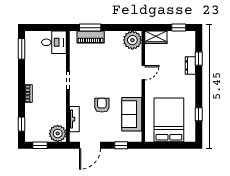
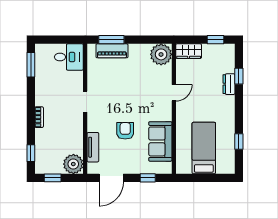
bed: (169, 120) -> (204, 148), width x0.67

